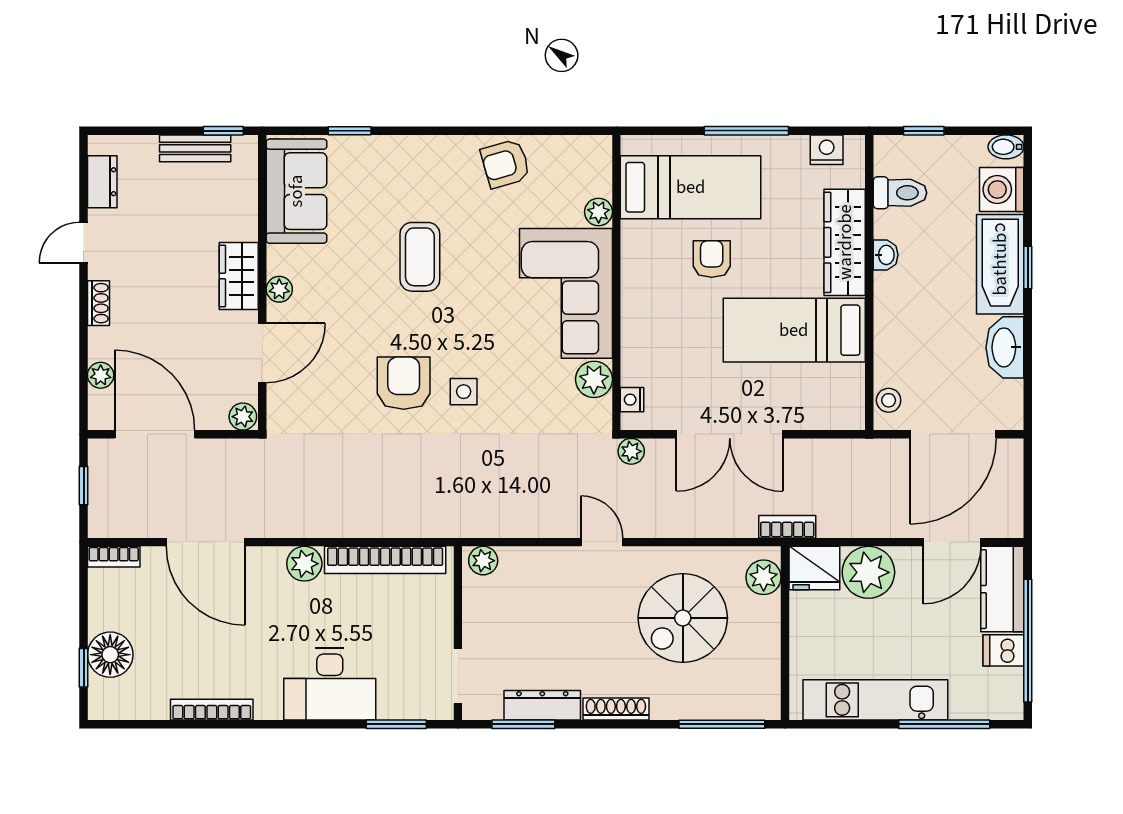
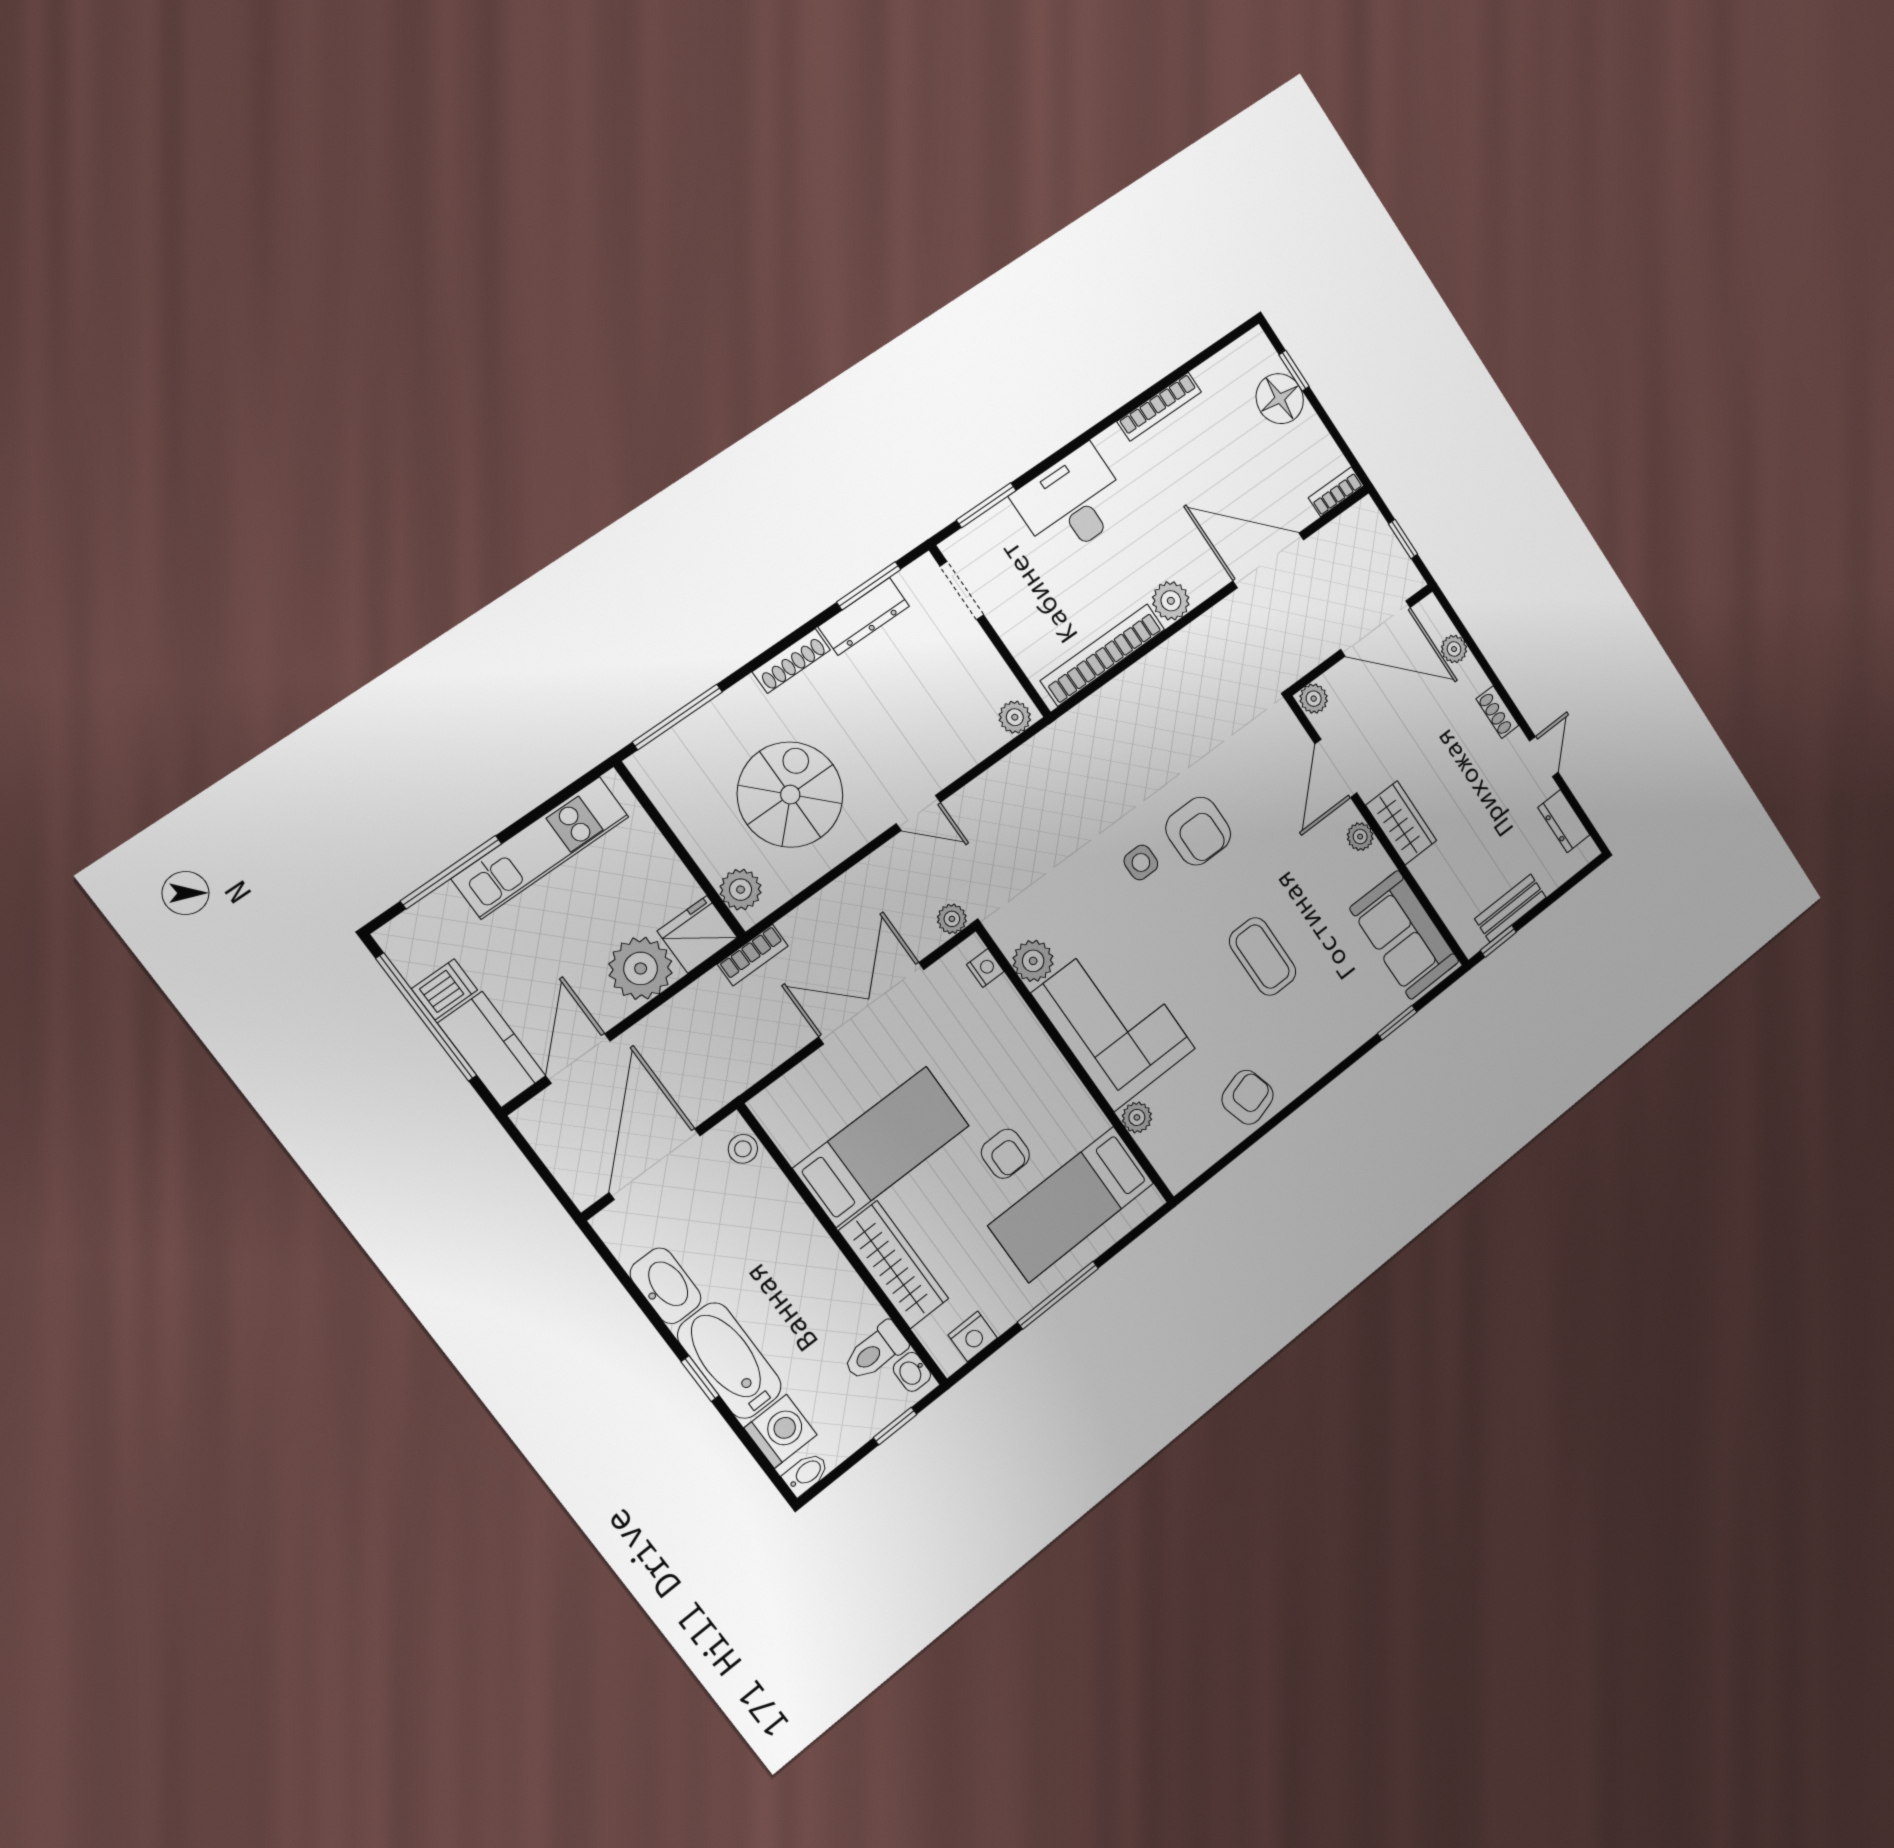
washbasin: (886, 255) -> (912, 1372), moved

